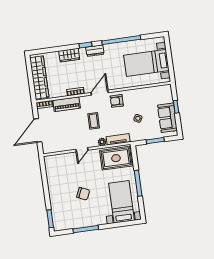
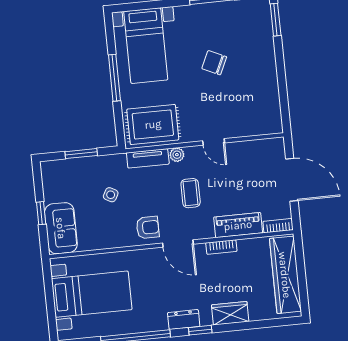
door: (100, 93) -> (178, 244), hinge flipped
sofa: (167, 118) -> (61, 228), moved
door: (38, 130) -> (292, 180), hinge flipped
door: (82, 150) -> (214, 142), swing flipped

